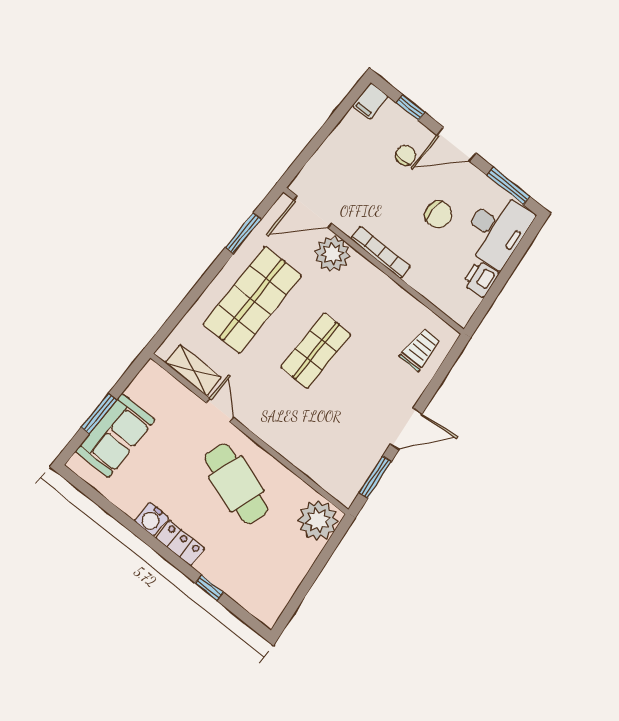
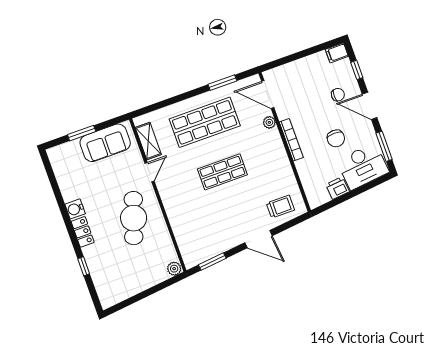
plant: (332, 254) -> (269, 122), width x0.53, depth x0.53
door: (406, 429) -> (258, 239), moved
sofa: (115, 436) -> (105, 143), moved
plant: (318, 520) -> (174, 269), width x0.53, depth x0.53

